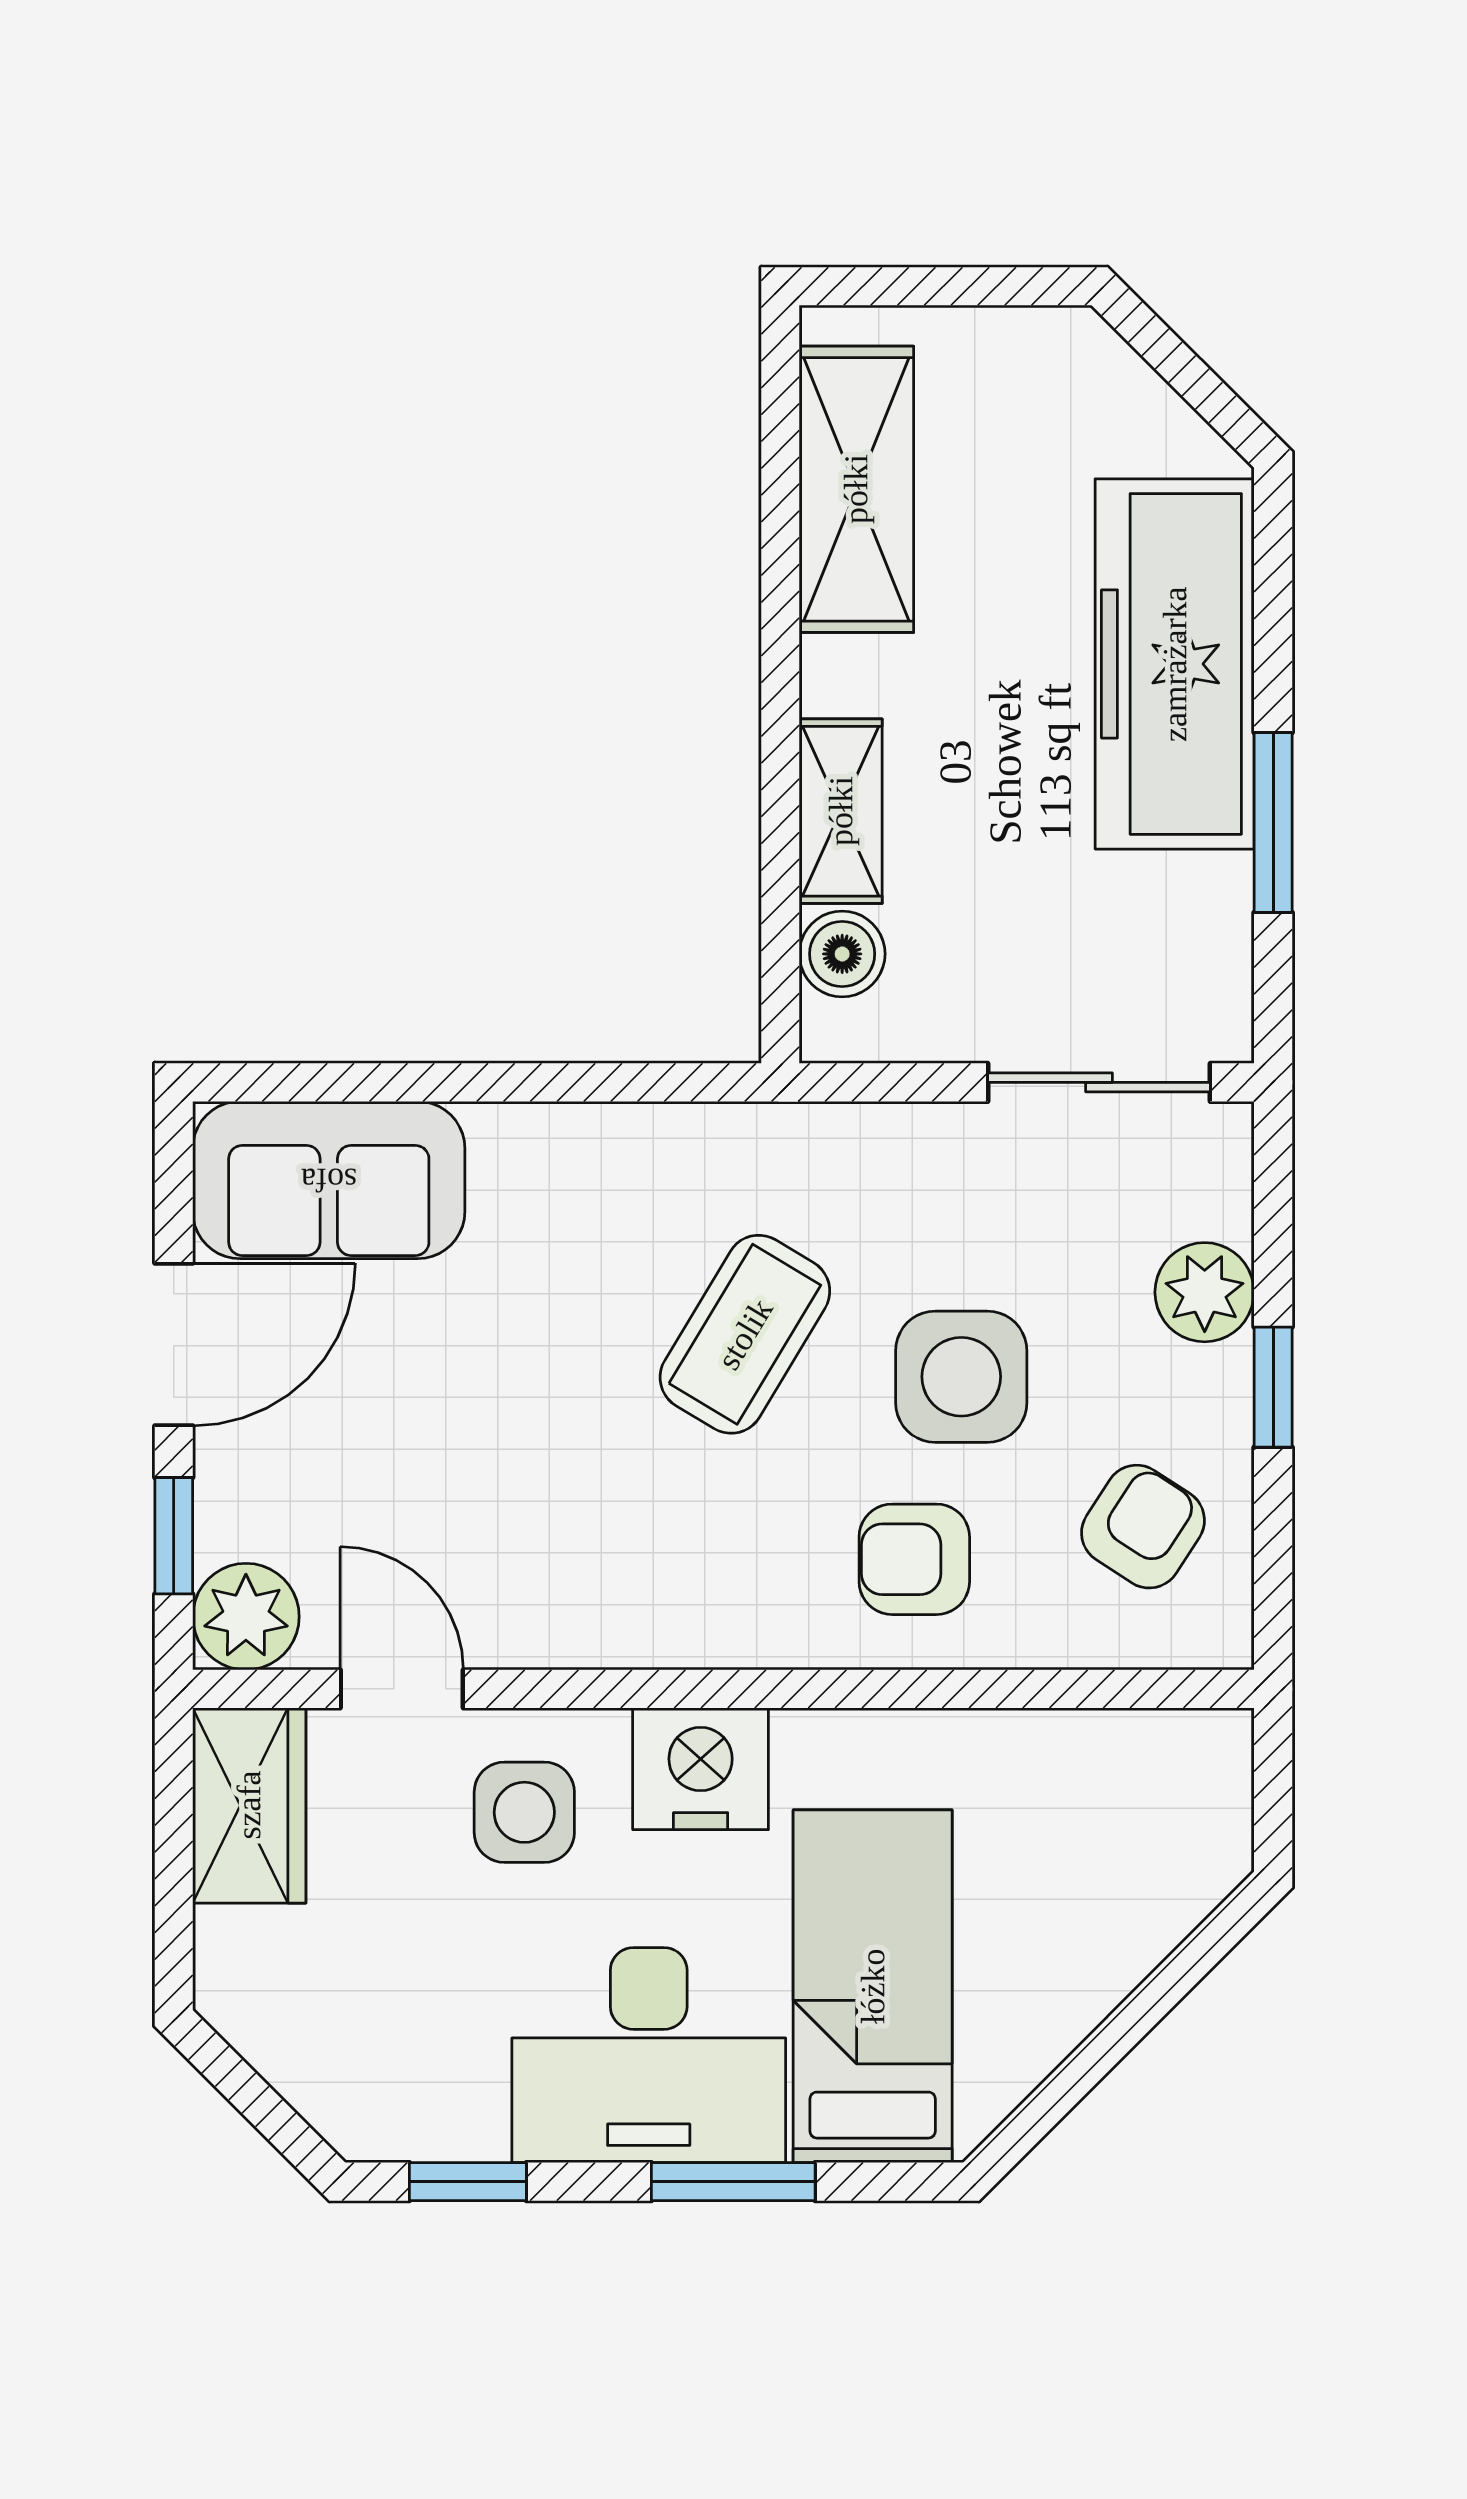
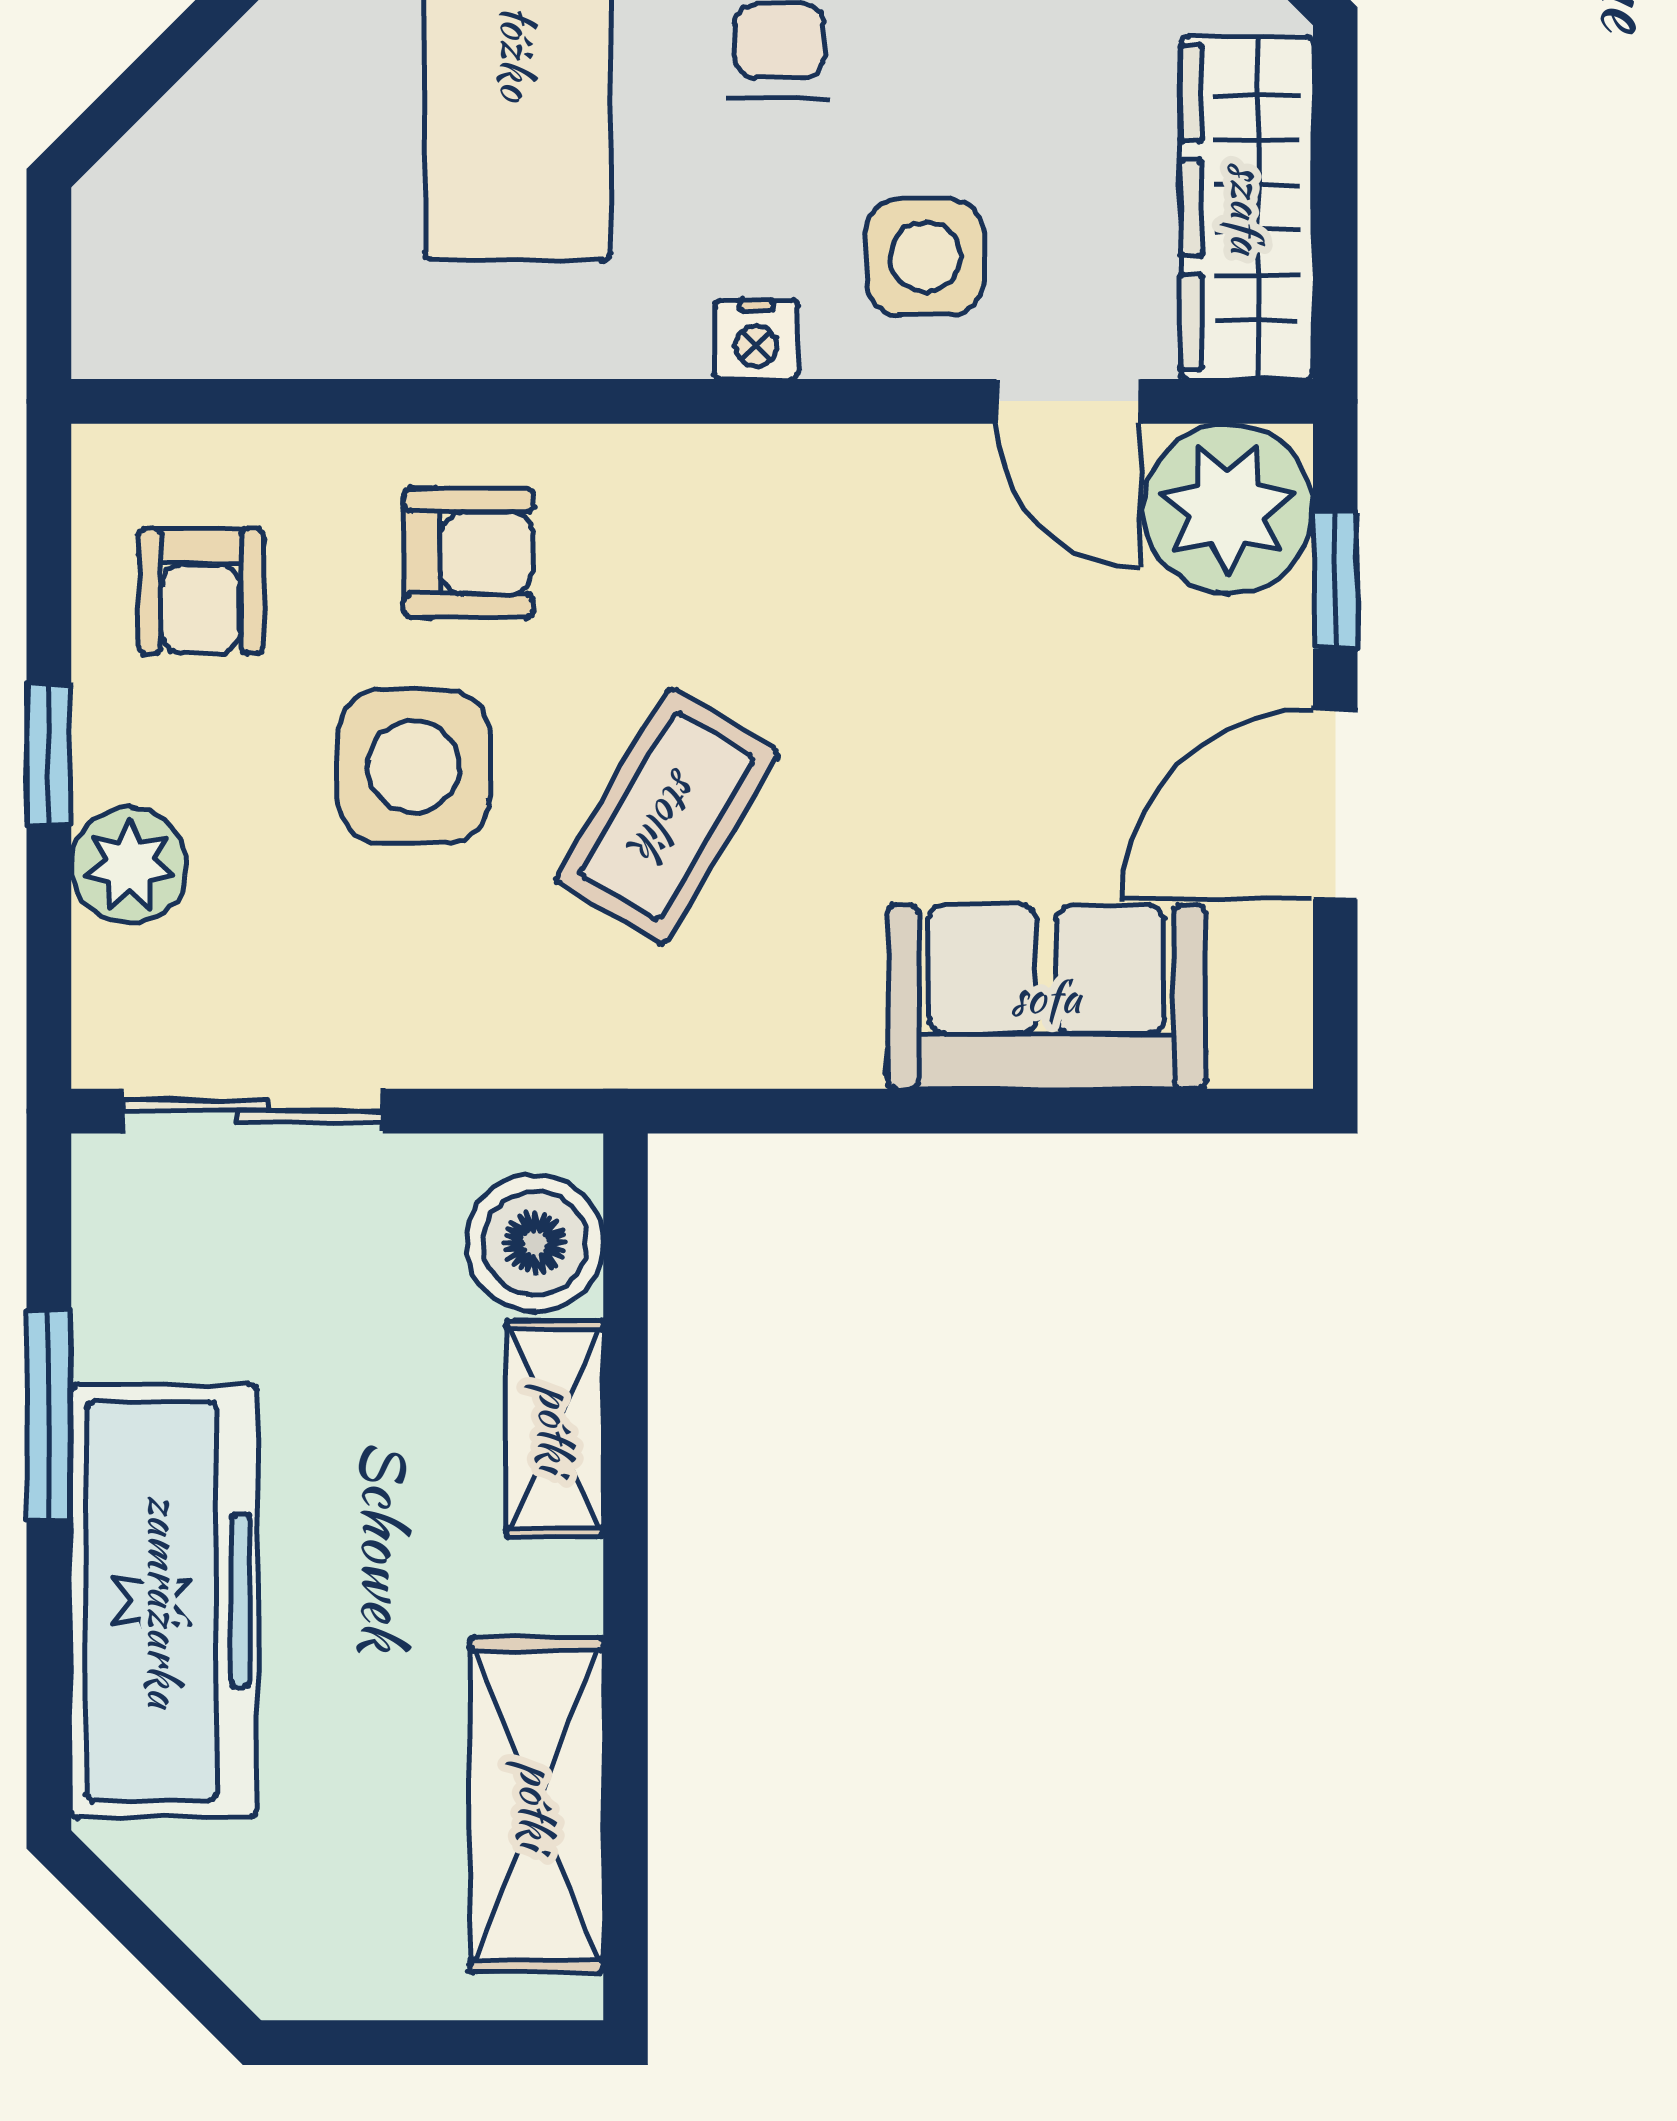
boiler: (842, 954) -> (535, 1243), width x1.36, depth x1.36
sofa: (329, 1180) -> (1046, 997), moved
armchair: (1143, 1527) -> (201, 591), turned -33
plant: (246, 1617) -> (1228, 509), width x1.36, depth x1.36
nightstand: (701, 1769) -> (756, 339), width x0.53, depth x0.56
wardrobe: (249, 1805) -> (1247, 208), width x1.50

